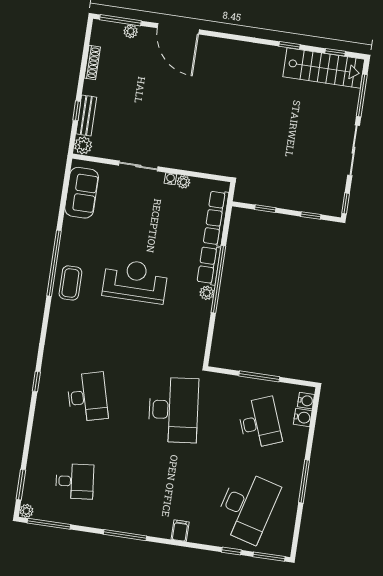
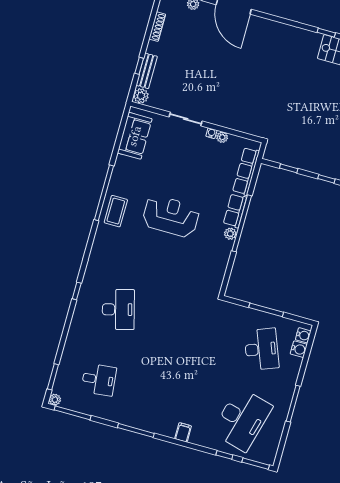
desk: (173, 410) -> (190, 329), removed

